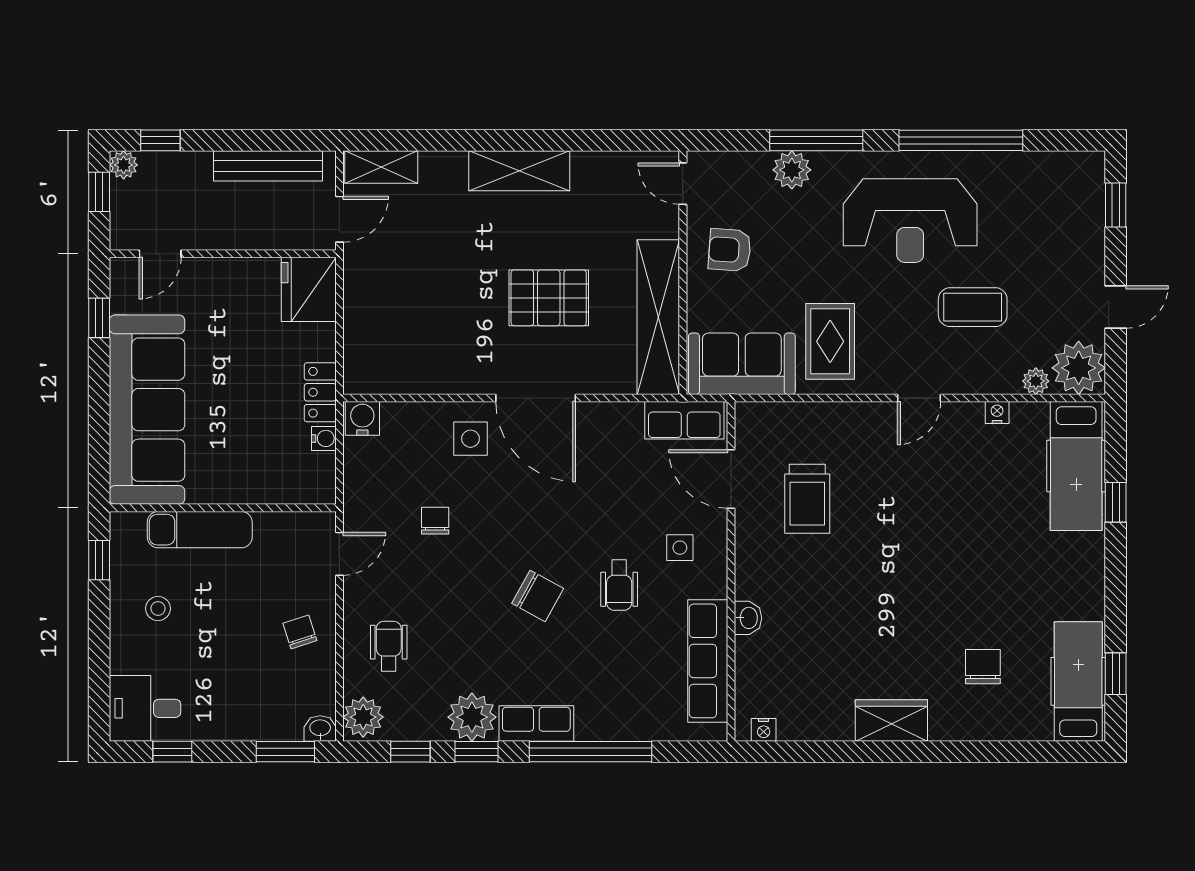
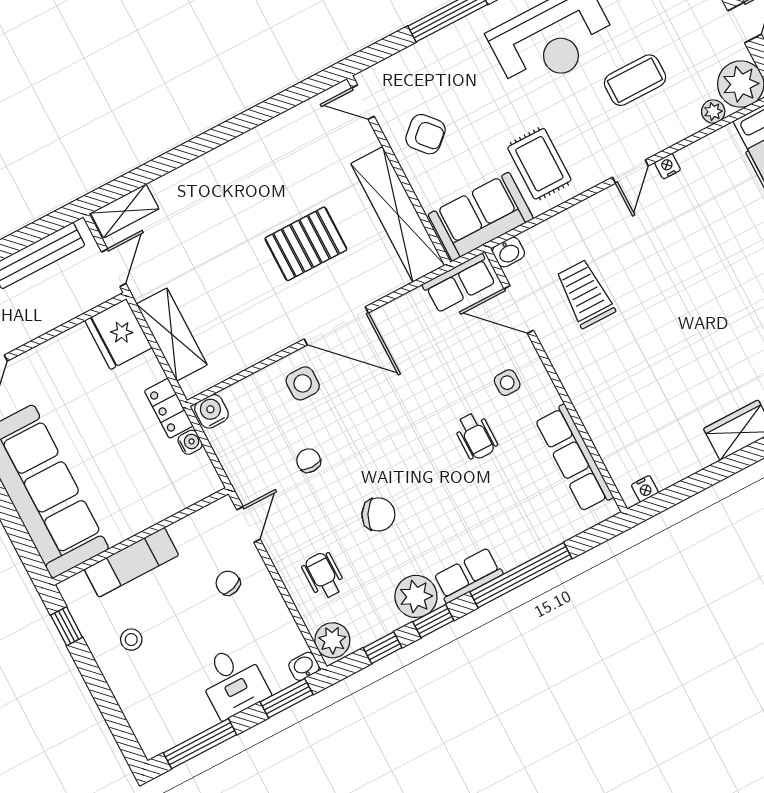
plant: (792, 170) -> (441, 48), removed
shelving: (519, 171) -> (172, 334), moved, turned 90
armchair: (730, 250) -> (425, 134), turned -136
nightstand: (997, 412) -> (668, 166), moved
trolley: (807, 499) -> (585, 294), turned 180
chair: (538, 596) -> (378, 514), moved
washbasin: (748, 618) -> (508, 252), moved, turned 90
chair: (300, 632) -> (228, 583), moved
desk: (145, 708) -> (233, 681), moved, turned -90
window: (172, 752) -> (200, 744), width x2.17

